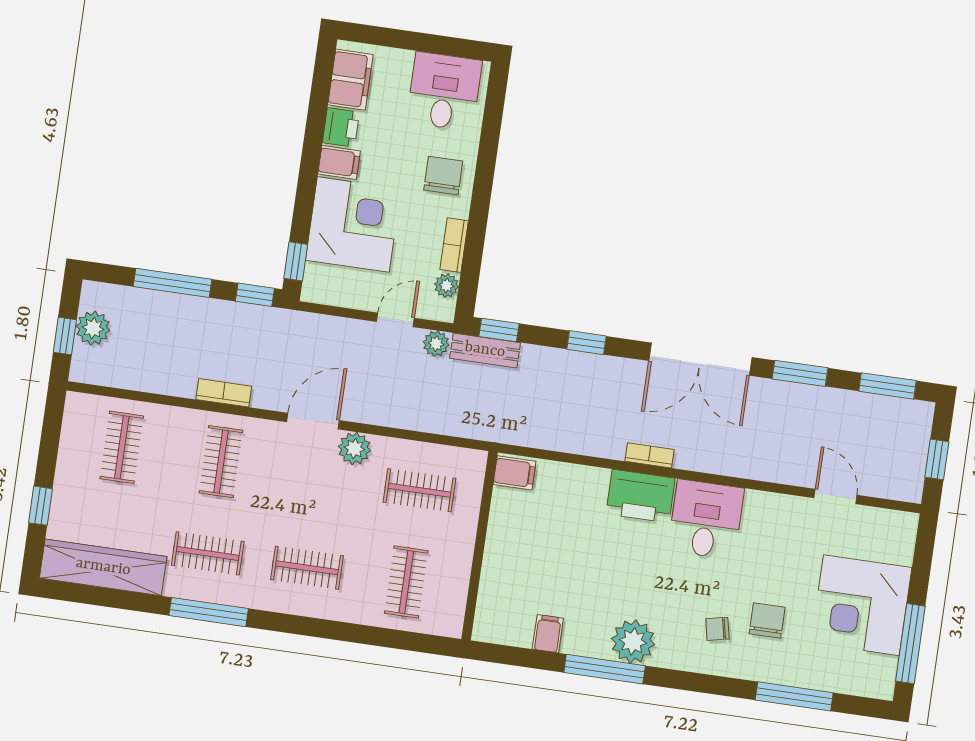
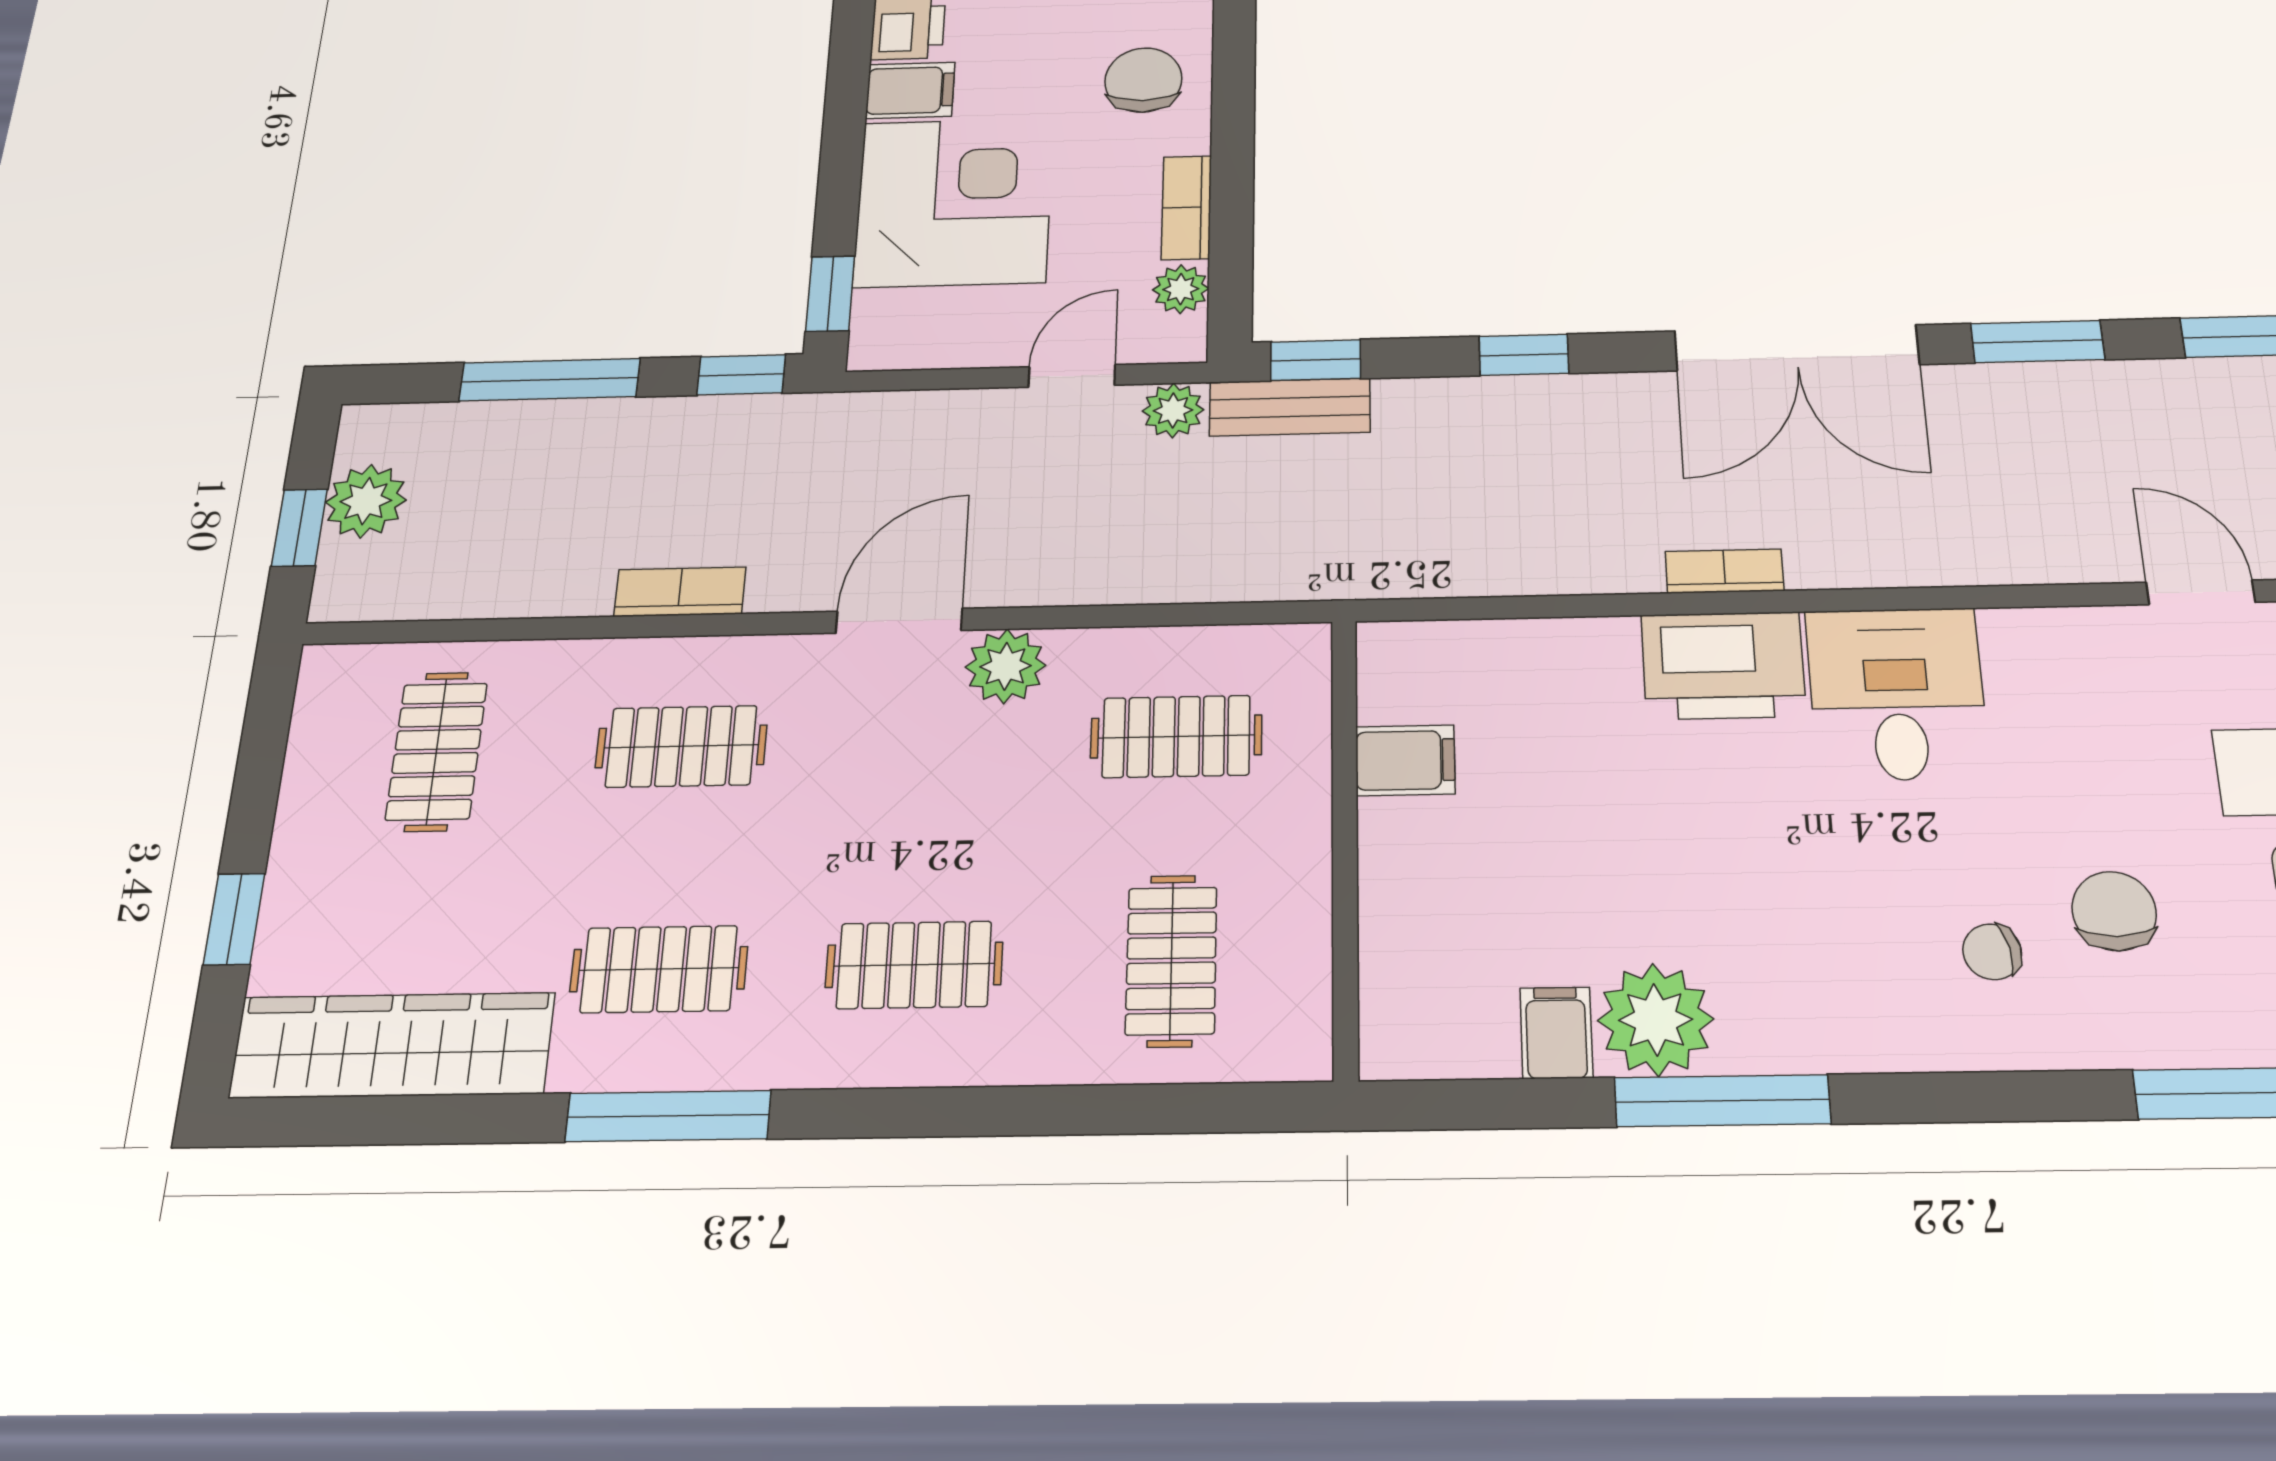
clothes rail: (221, 462) -> (681, 746), turned 90
filing cabinet: (515, 473) -> (1405, 760), moved
plant: (633, 641) -> (1656, 1020), moved

